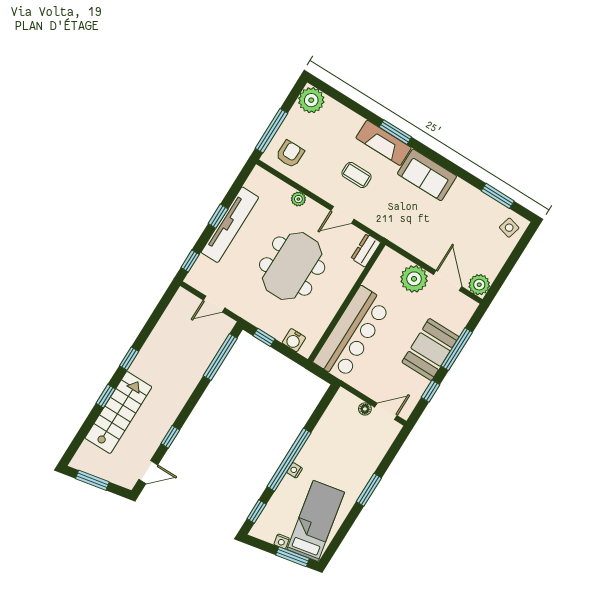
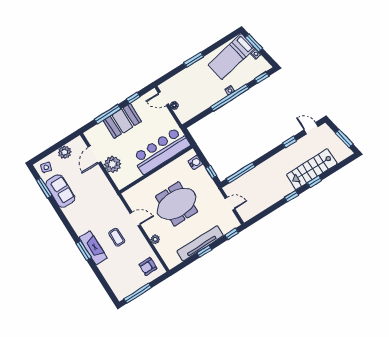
plant: (311, 100) -> (122, 291), removed
window: (271, 131) -> (138, 293), moved
sofa: (427, 175) -> (60, 191), moved
dresser: (366, 250) -> (132, 193), removed
plant: (479, 285) -> (65, 152), moved

